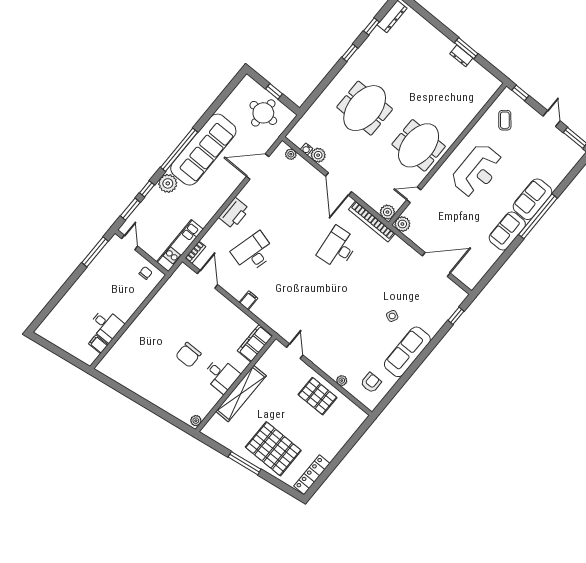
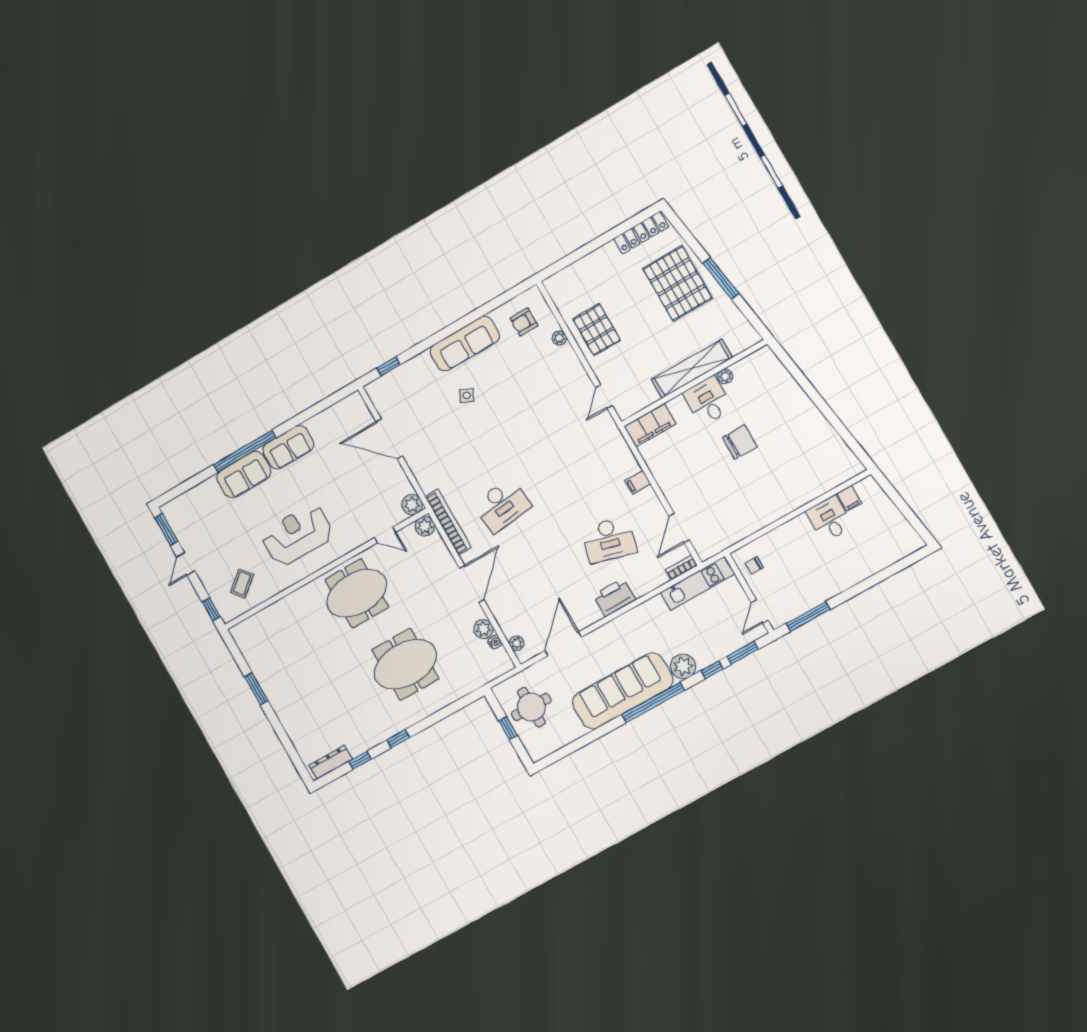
dresser: (461, 56) -> (266, 682), removed
door: (258, 167) -> (563, 644), swing flipped
plant: (196, 421) -> (725, 376), moved

